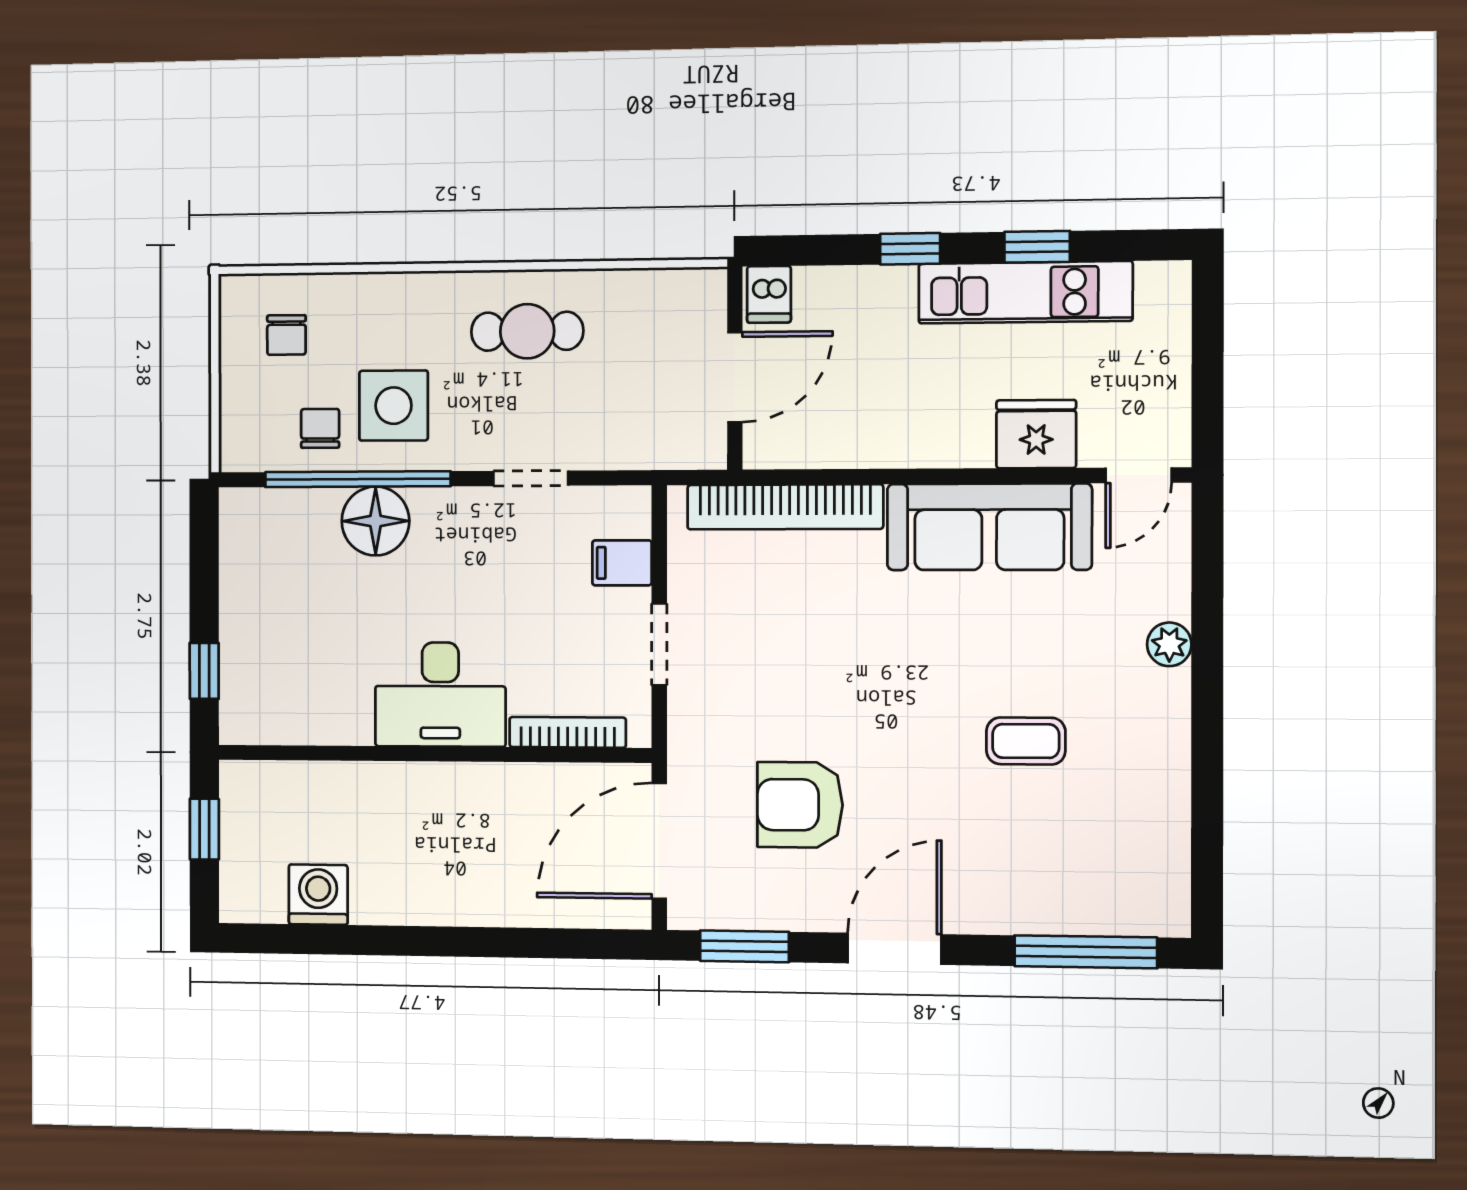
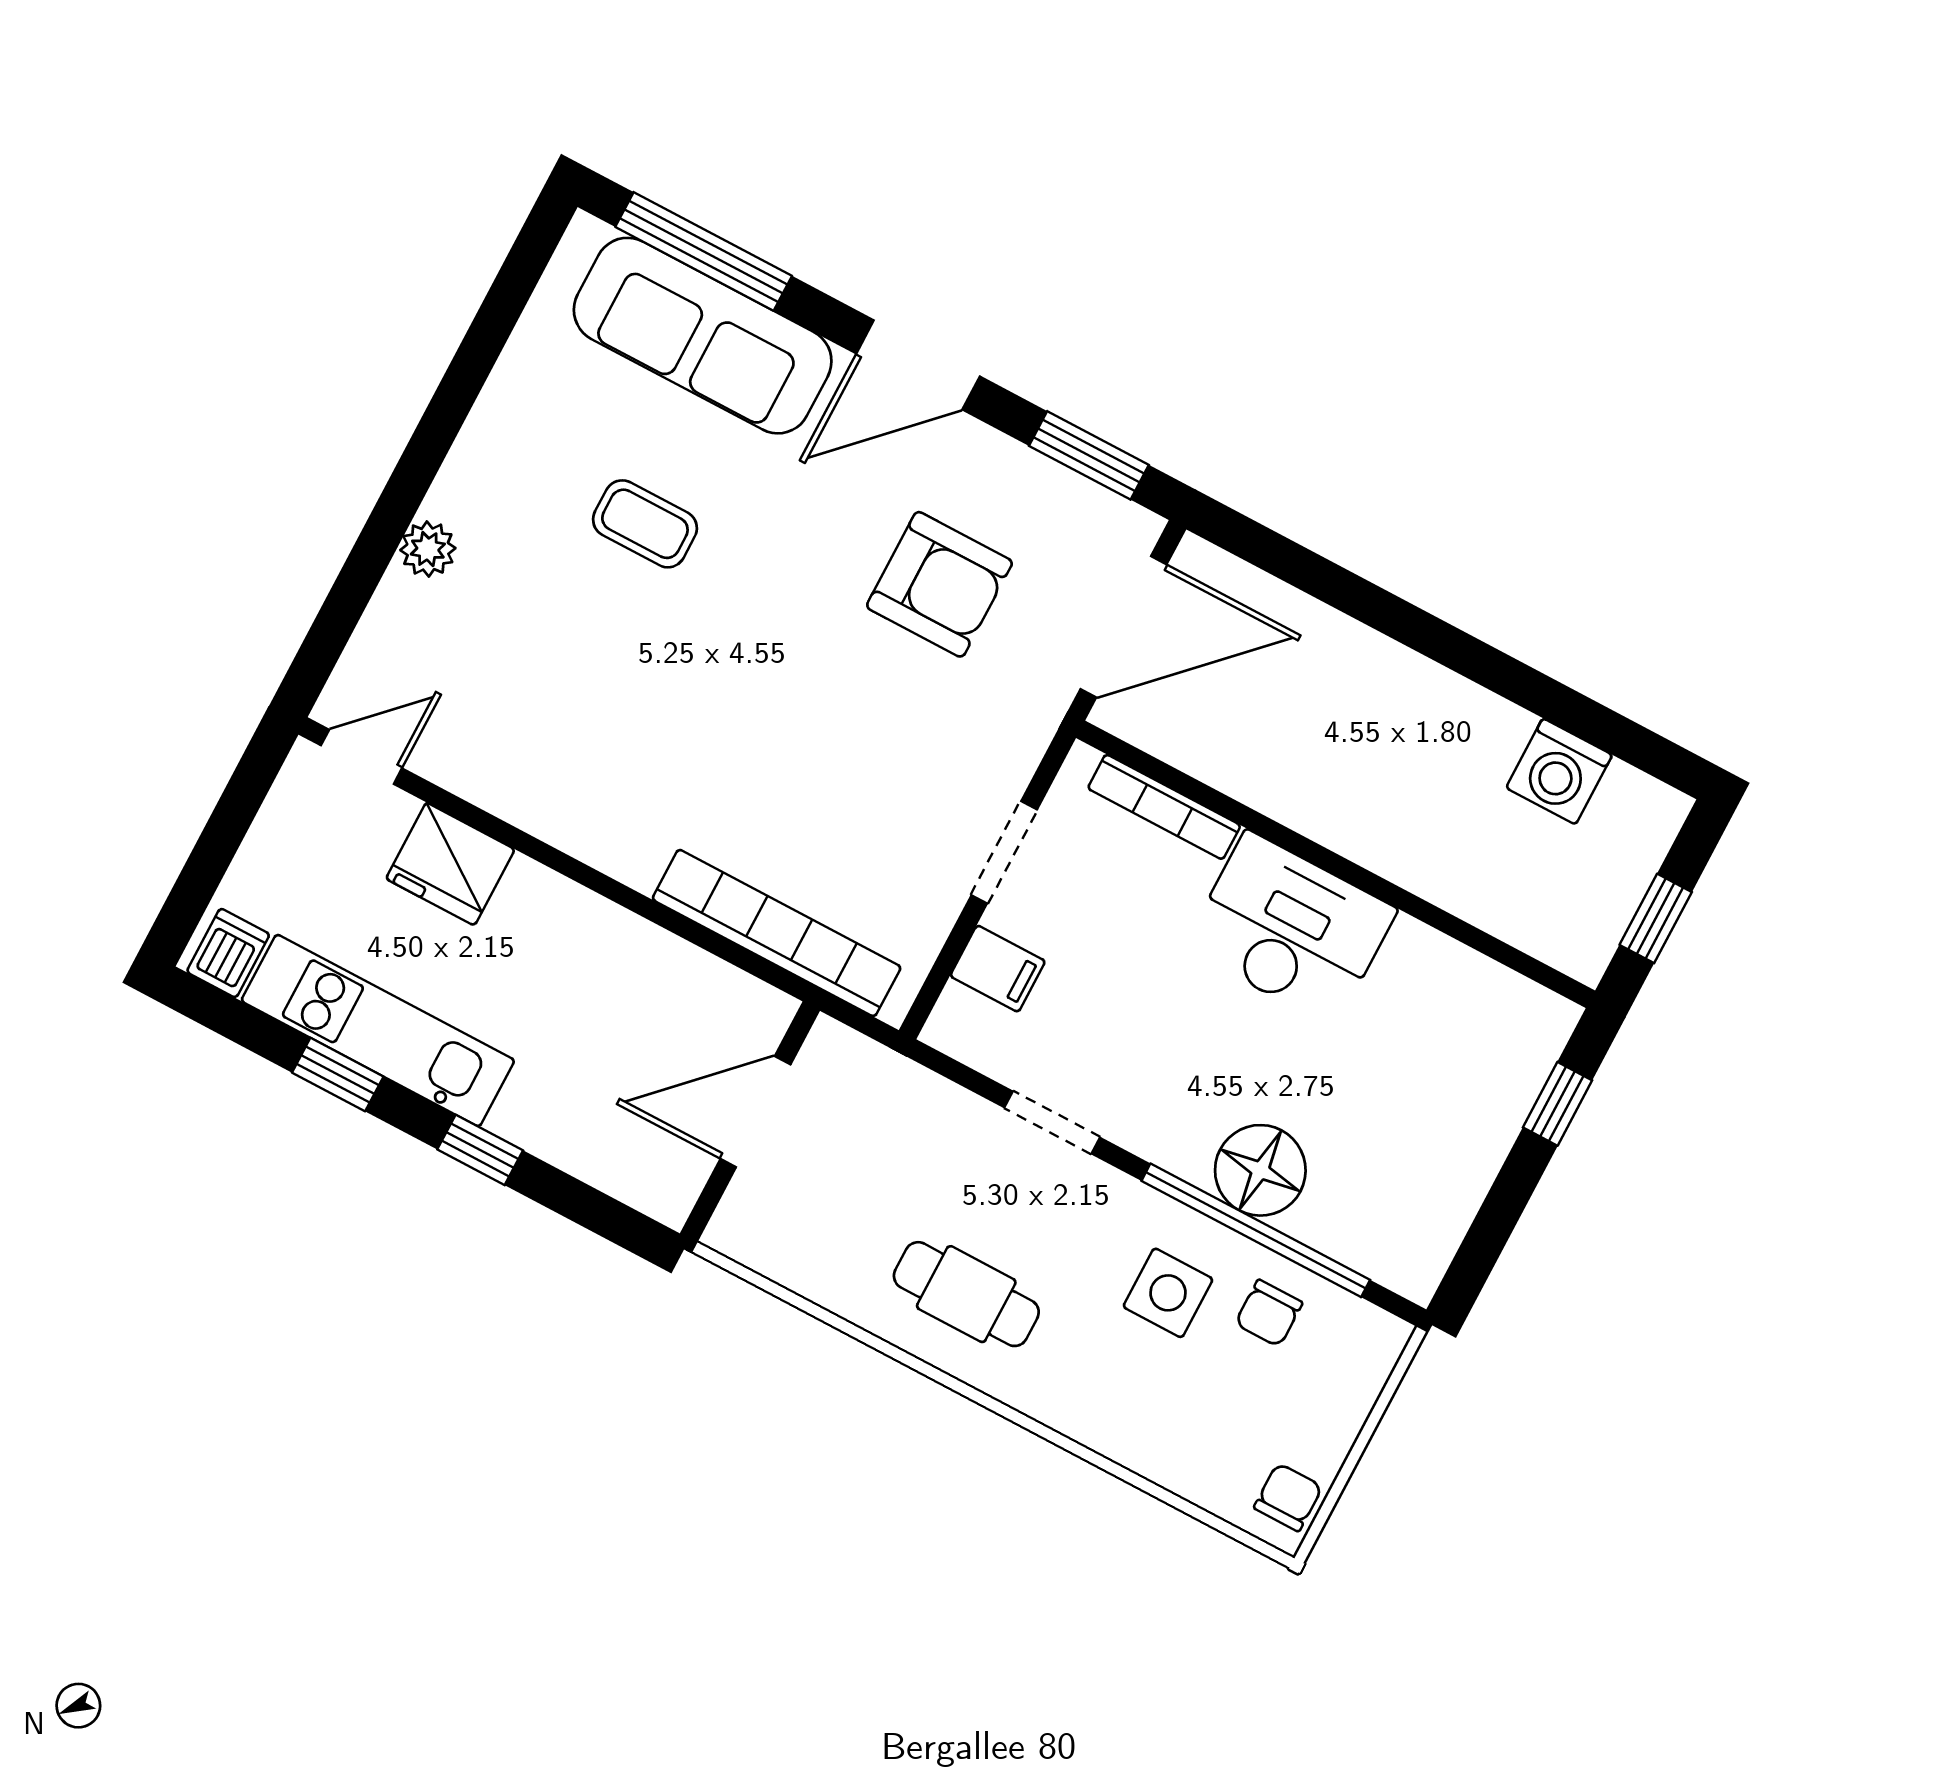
dishwasher: (769, 294) -> (228, 953), moved
chair: (286, 335) -> (1288, 1497), moved
side table: (394, 406) -> (1168, 1293), width x0.73, depth x0.73
sofa: (989, 527) -> (703, 336), moved, turned 180

